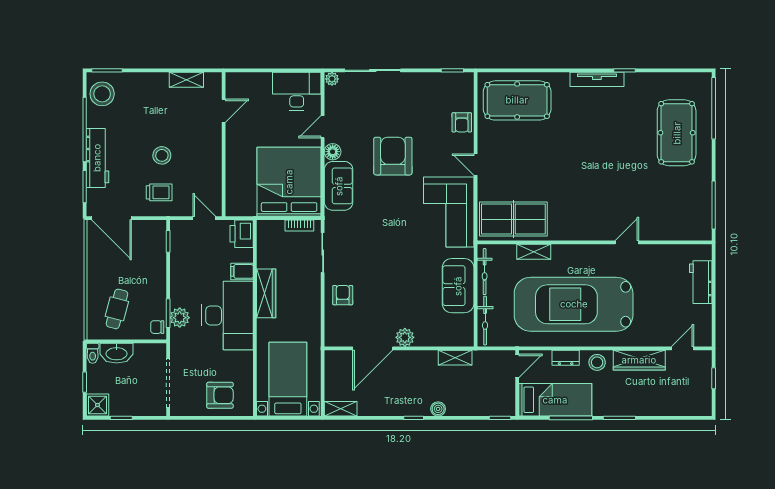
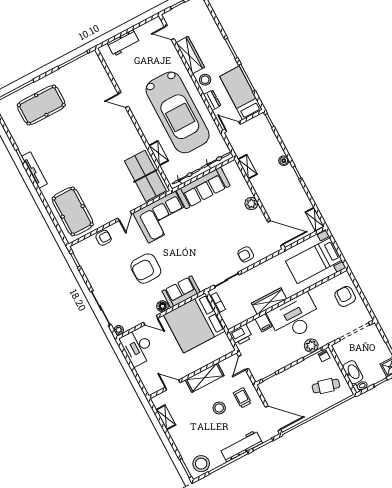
shelving: (211, 157) -> (205, 378), added
door: (111, 218) -> (273, 418), hinge flipped
sofa: (458, 286) -> (203, 188), width x1.36
door: (373, 348) -> (276, 233), moved

